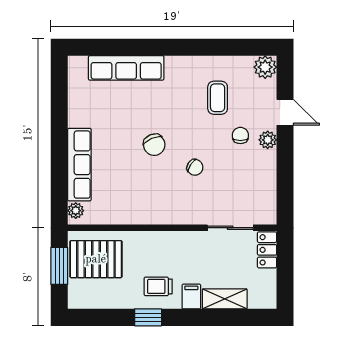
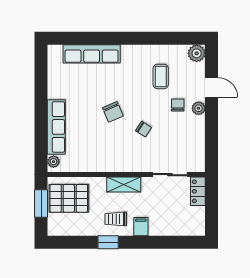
shelving: (225, 299) -> (124, 185), moved

